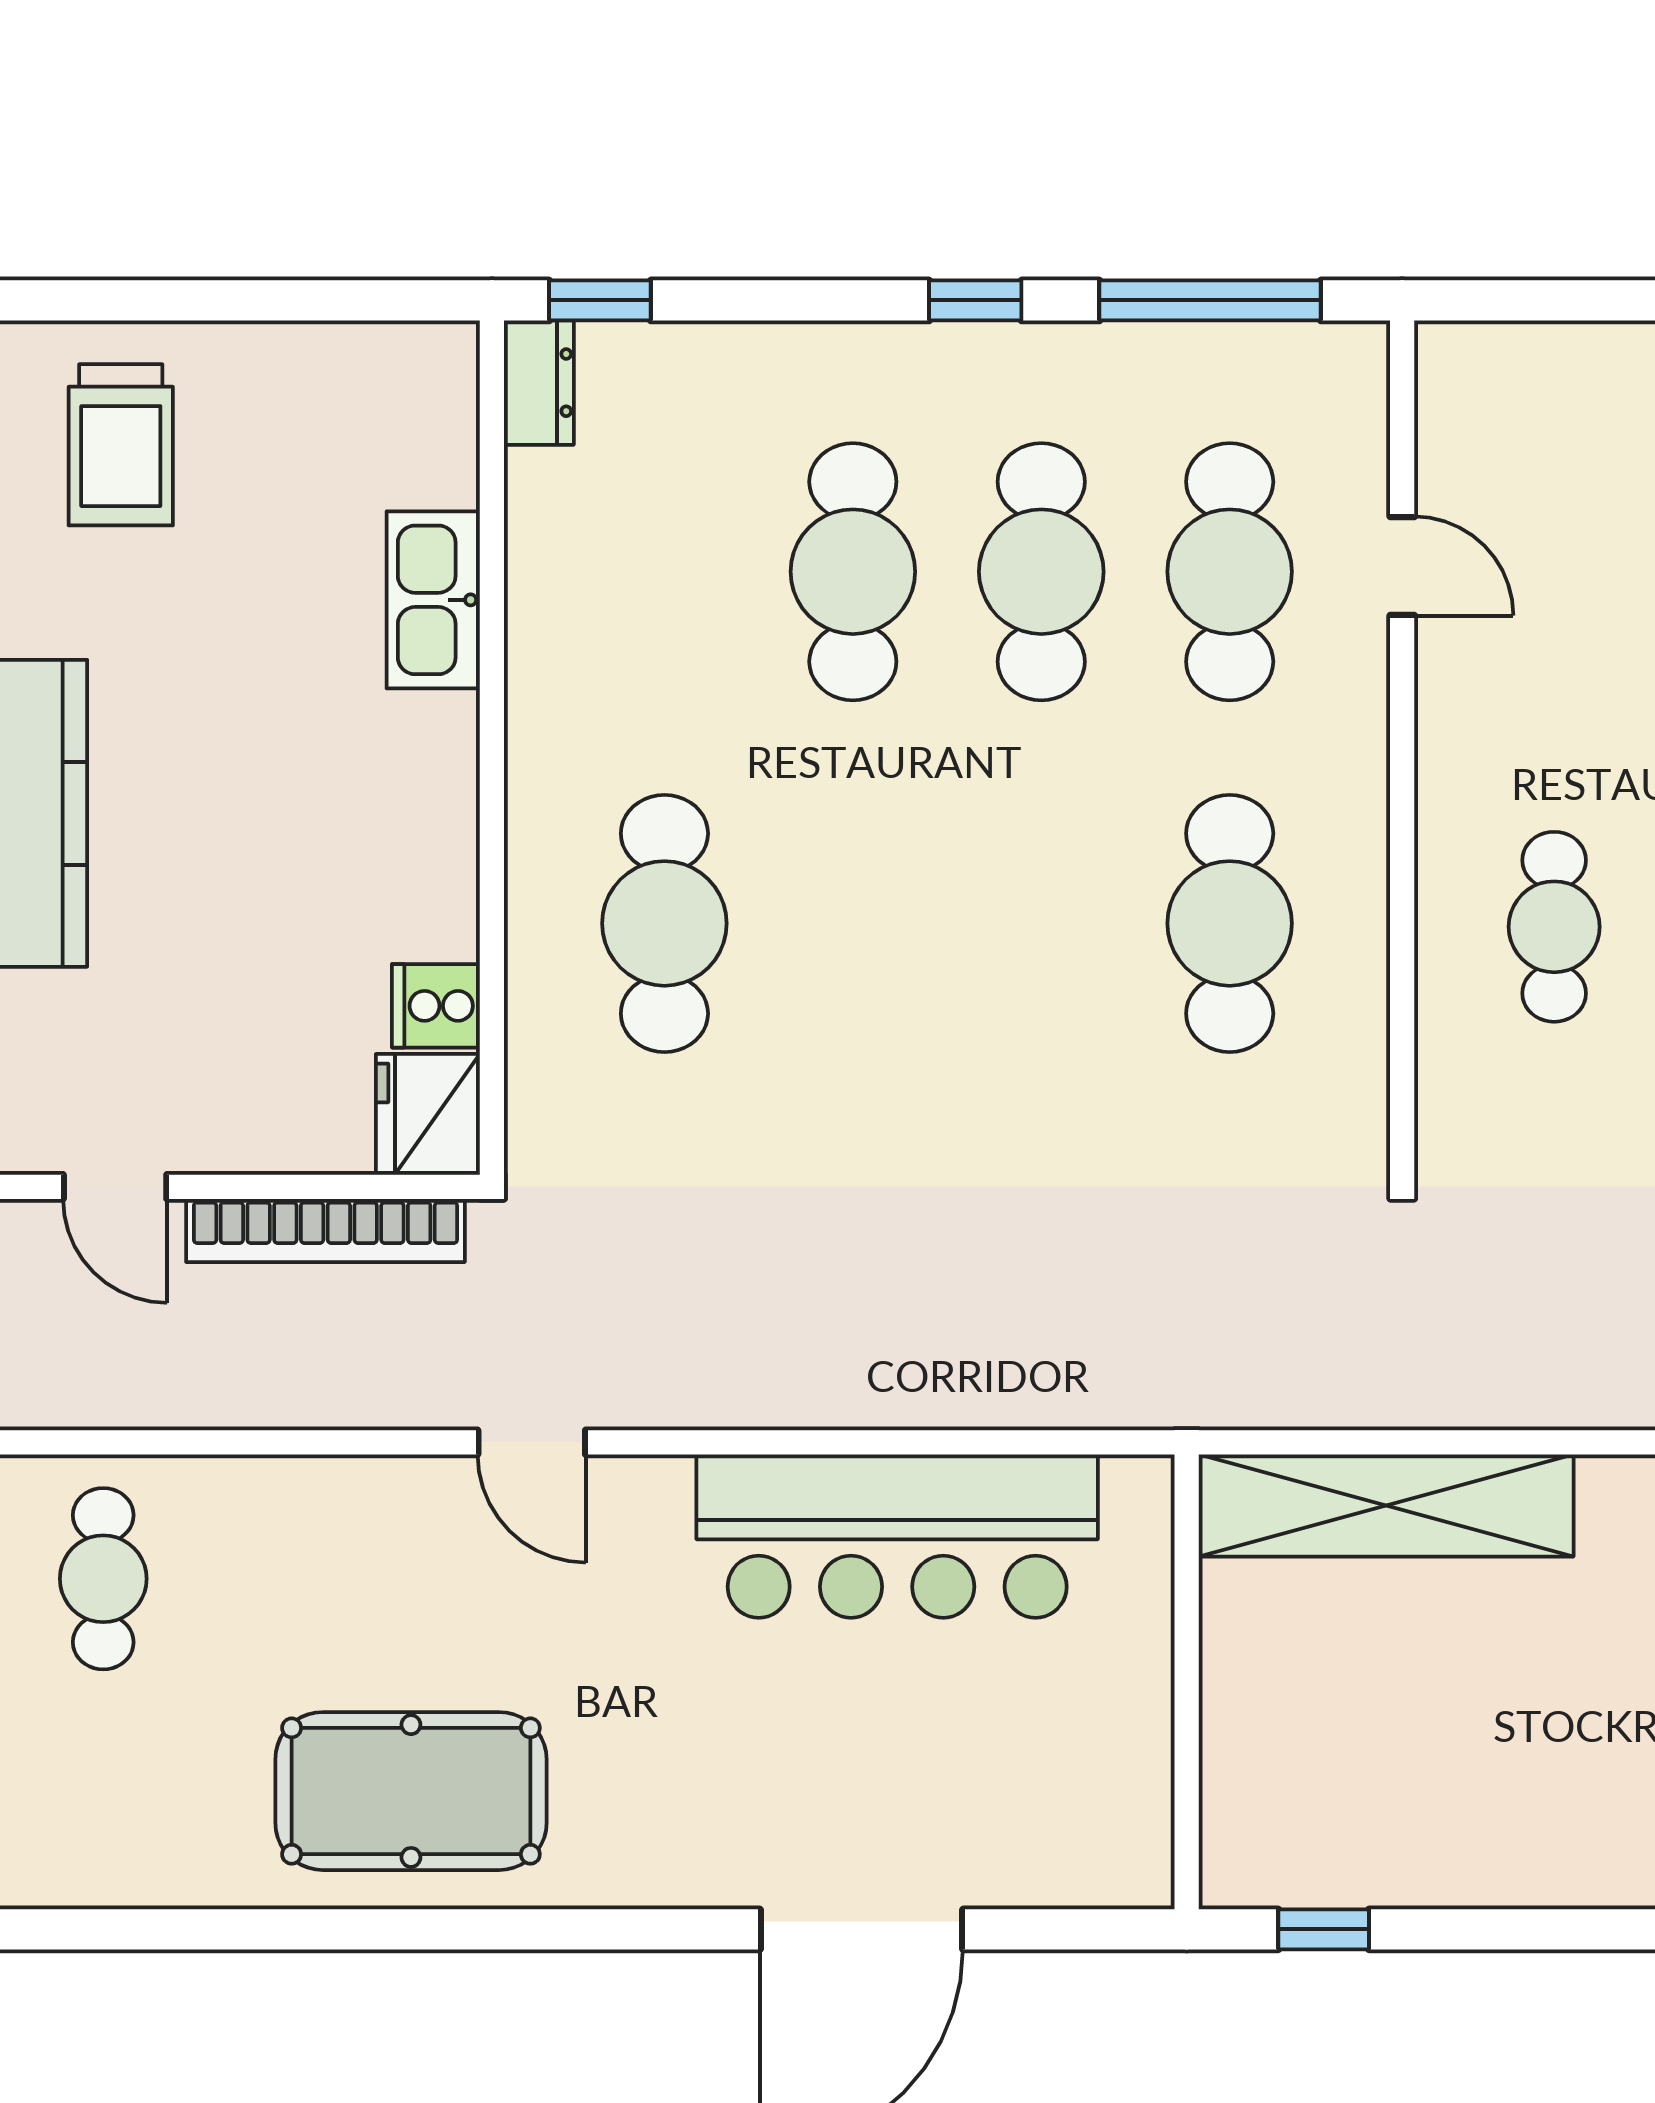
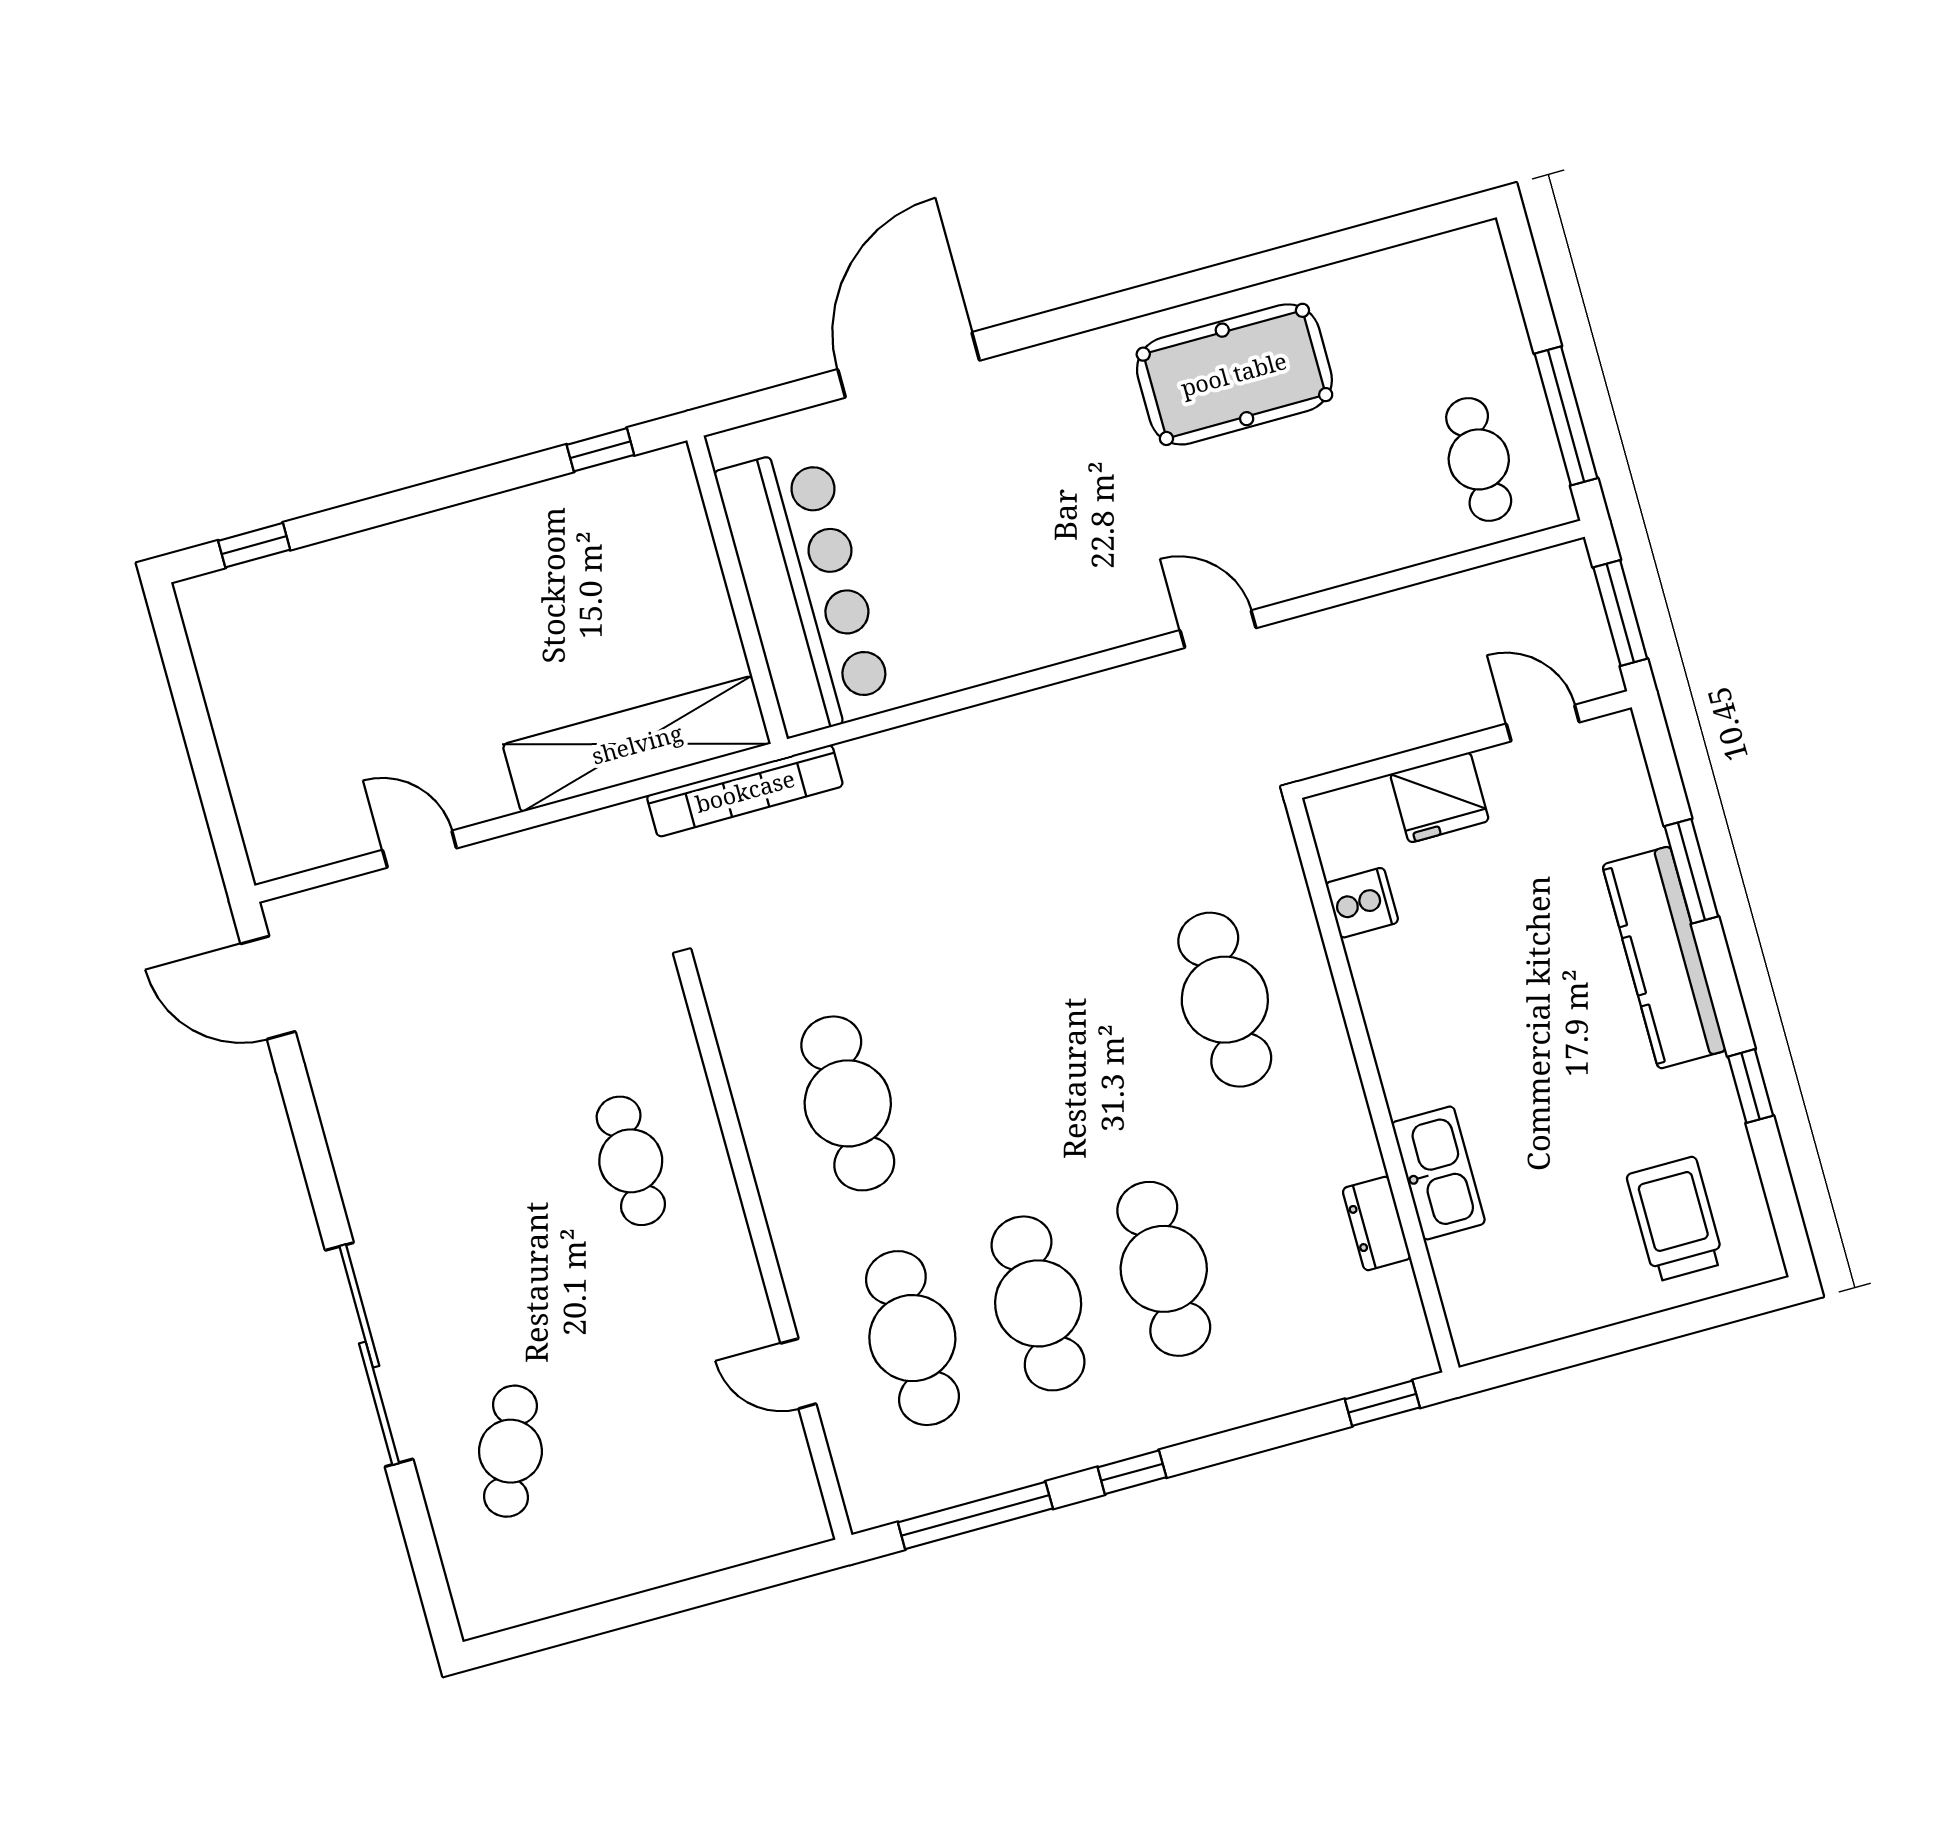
dresser: (539, 383) -> (1377, 1223), moved
fridge: (428, 1114) -> (1440, 797), moved, turned 90
bookcase: (325, 1230) -> (745, 791), moved, turned 180
bar counter: (897, 1536) -> (805, 590), moved, turned 90

